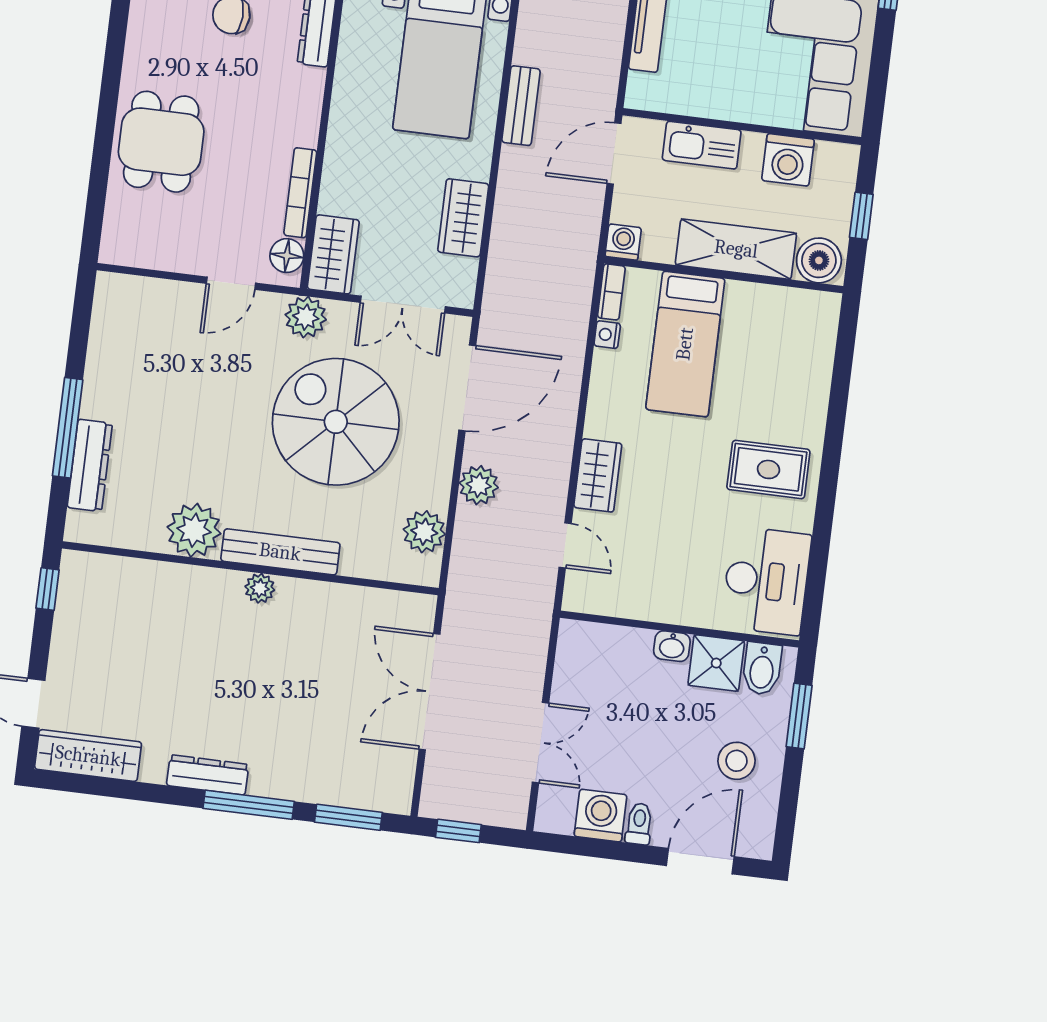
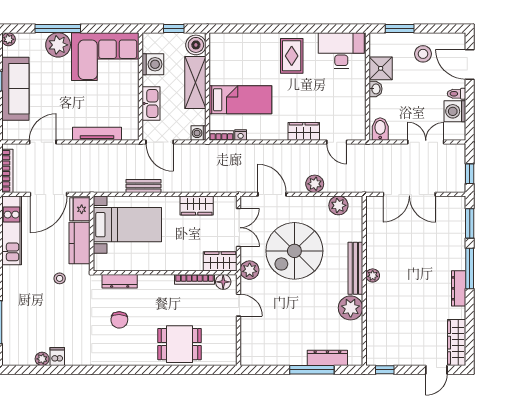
door: (467, 388) -> (272, 194), width x0.73
door: (565, 545) -> (337, 142), swing flipped
bidet: (762, 669) -> (380, 129), moved, turned -90

